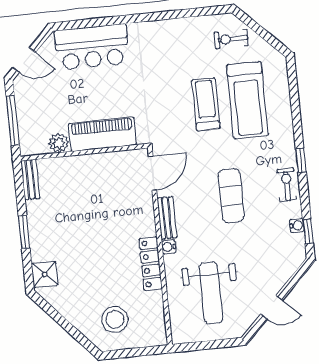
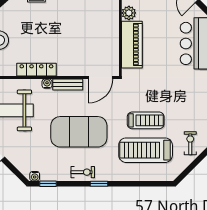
door: (152, 173) -> (100, 77), hinge flipped
exercise mat: (231, 196) -> (79, 132), width x2.00, depth x1.45
water cooler: (297, 225) -> (35, 176), moved

